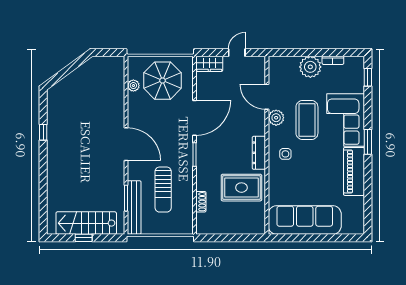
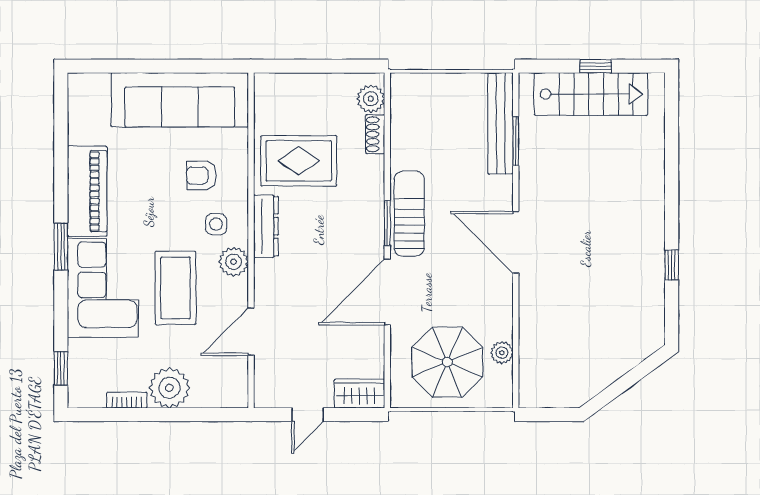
door: (267, 97) -> (251, 332), swing flipped
plant: (276, 118) -> (234, 262), moved
armchair: (293, 180) -> (201, 176), added
sun lounger: (163, 190) -> (409, 214), moved
plant: (203, 221) -> (371, 99), added

